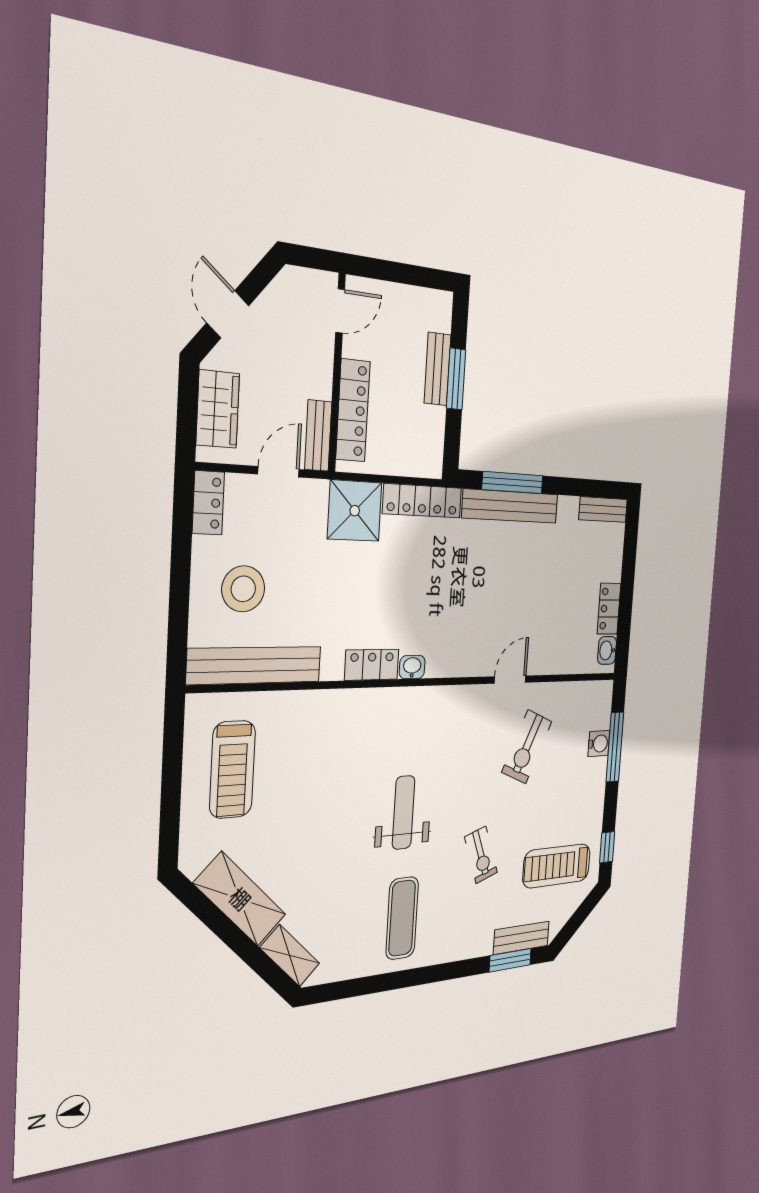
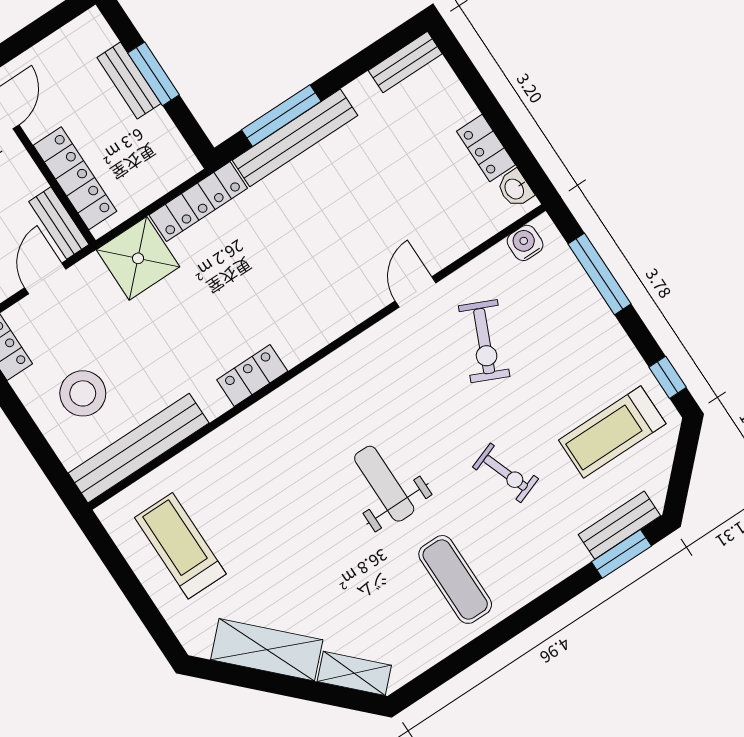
washbasin: (412, 667) -> (296, 351), removed
water cooler: (599, 744) -> (525, 243), moved, turned -90
treadmill: (232, 769) -> (180, 546), turned 180

